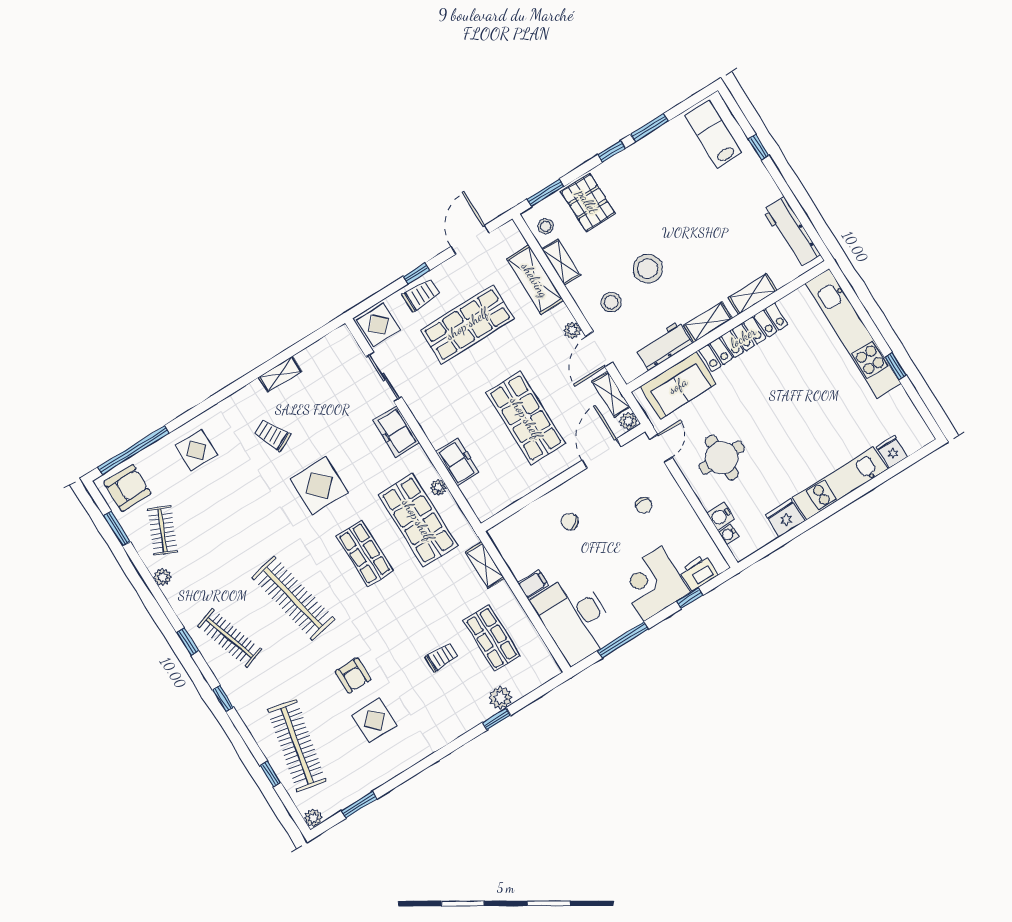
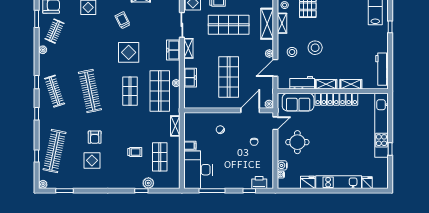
shelving: (611, 394) -> (188, 48), moved
corner desk: (653, 584) -> (238, 176), removed

